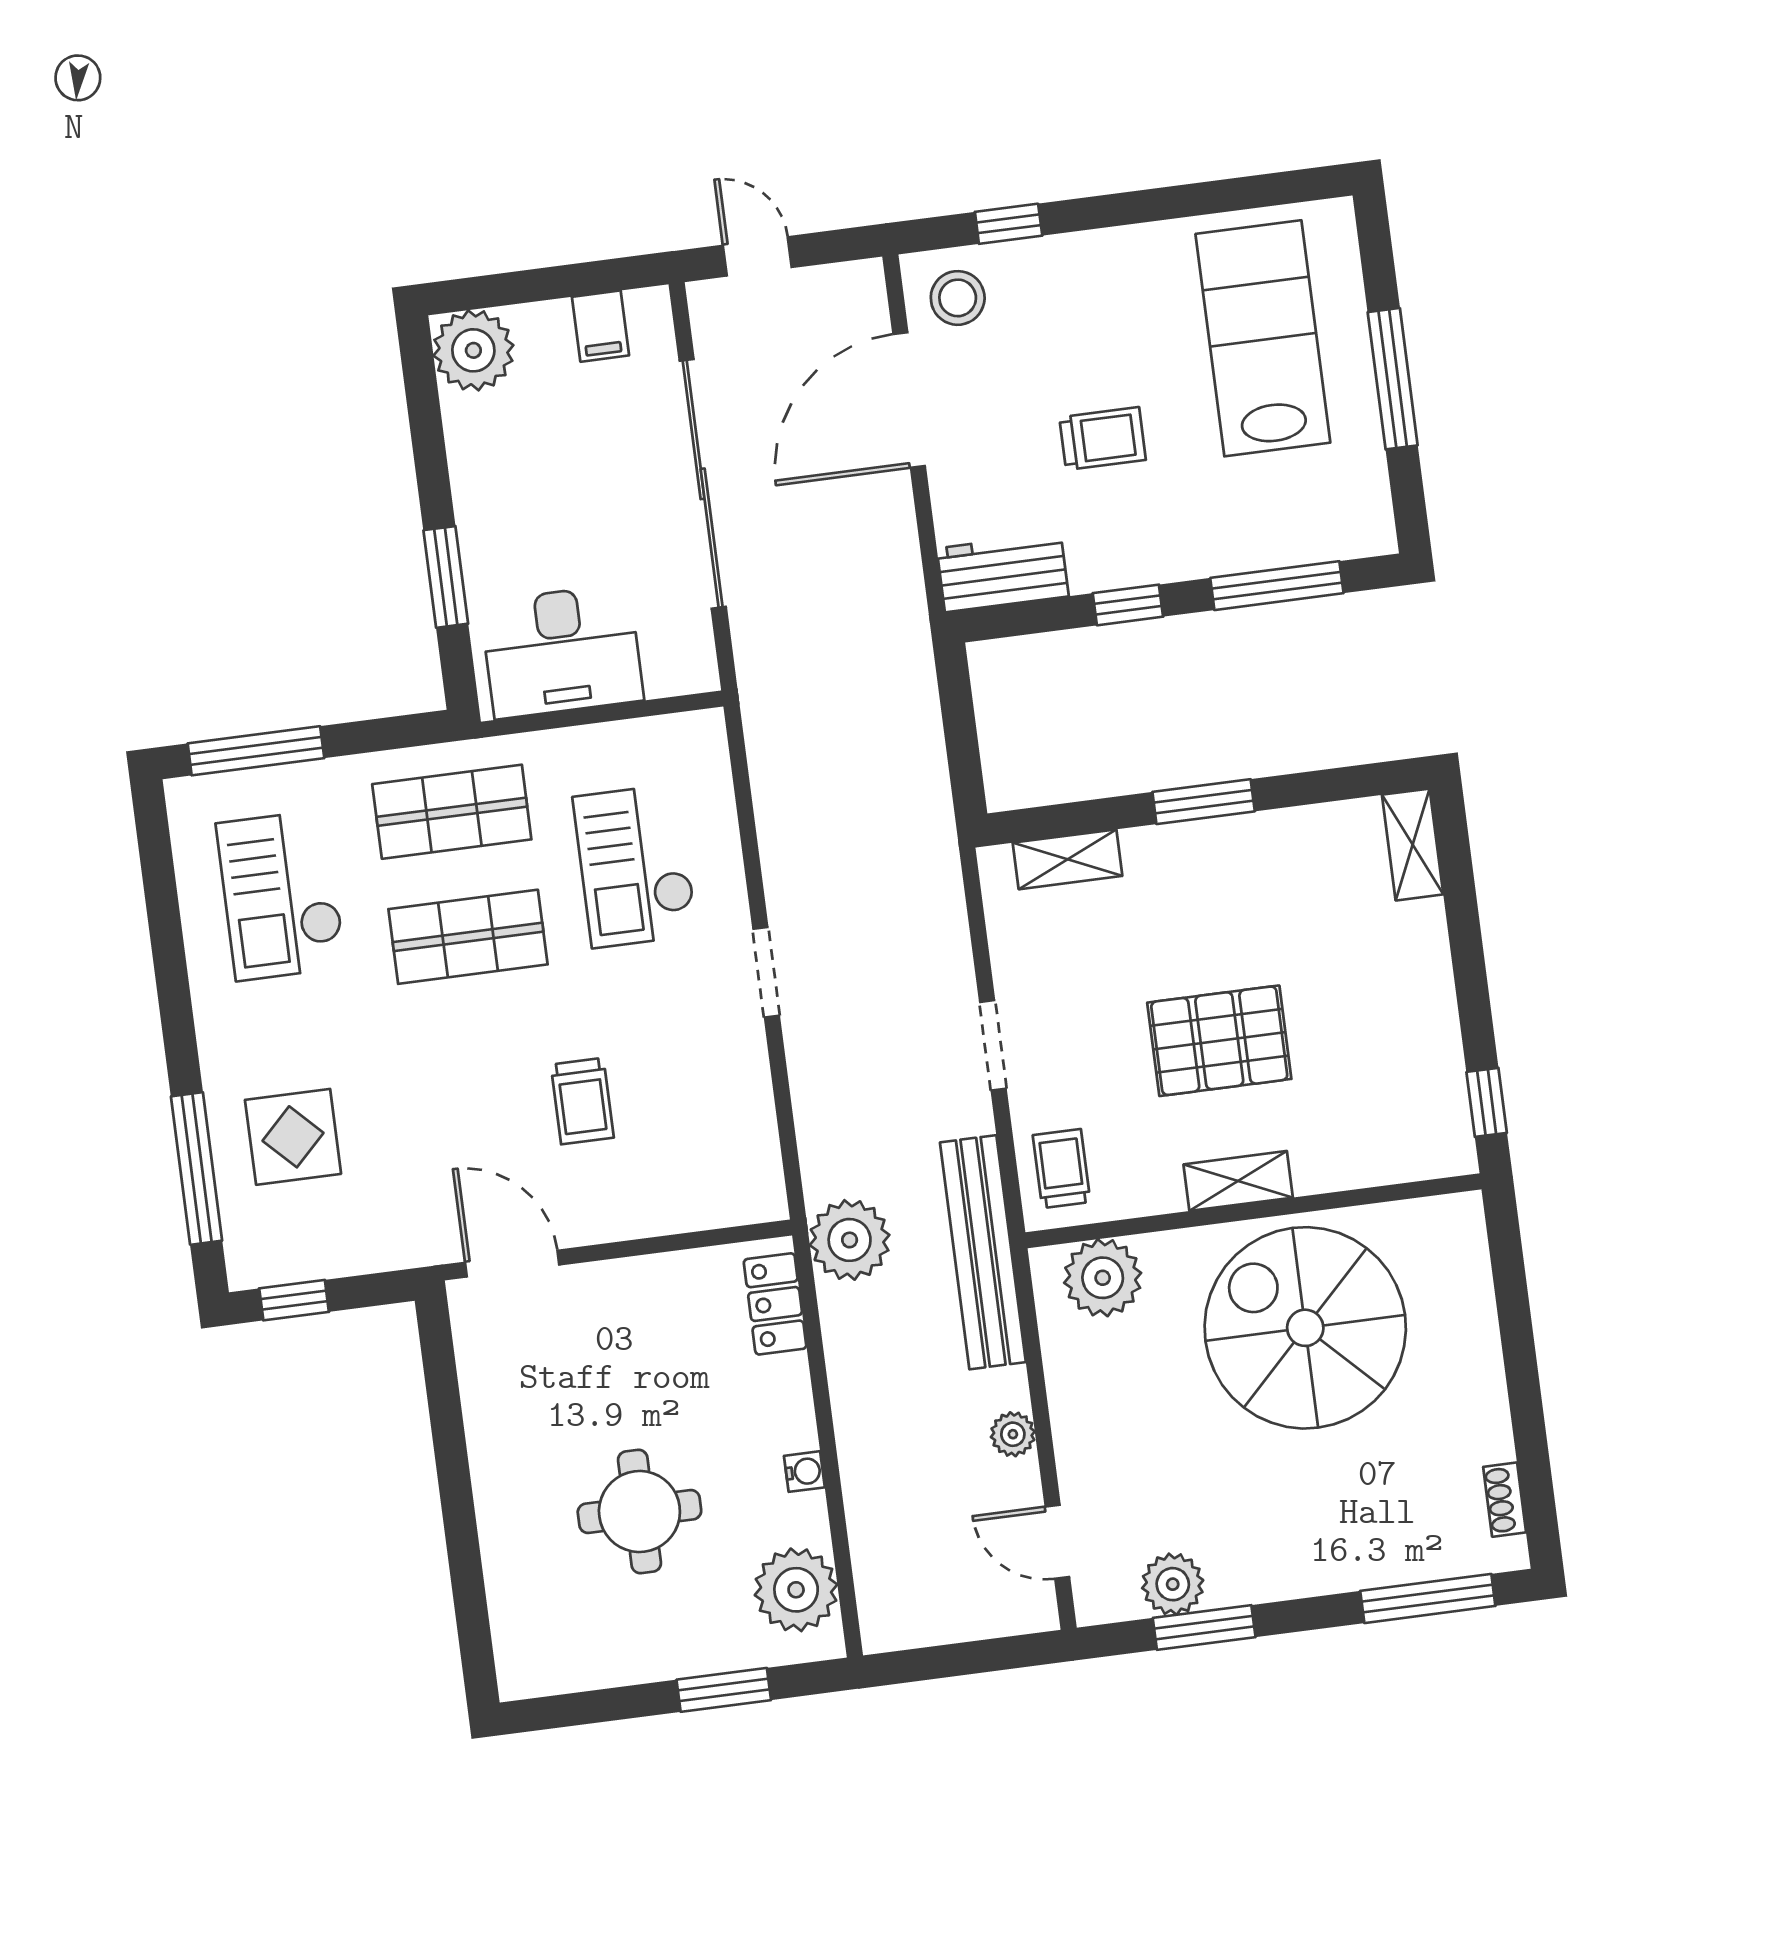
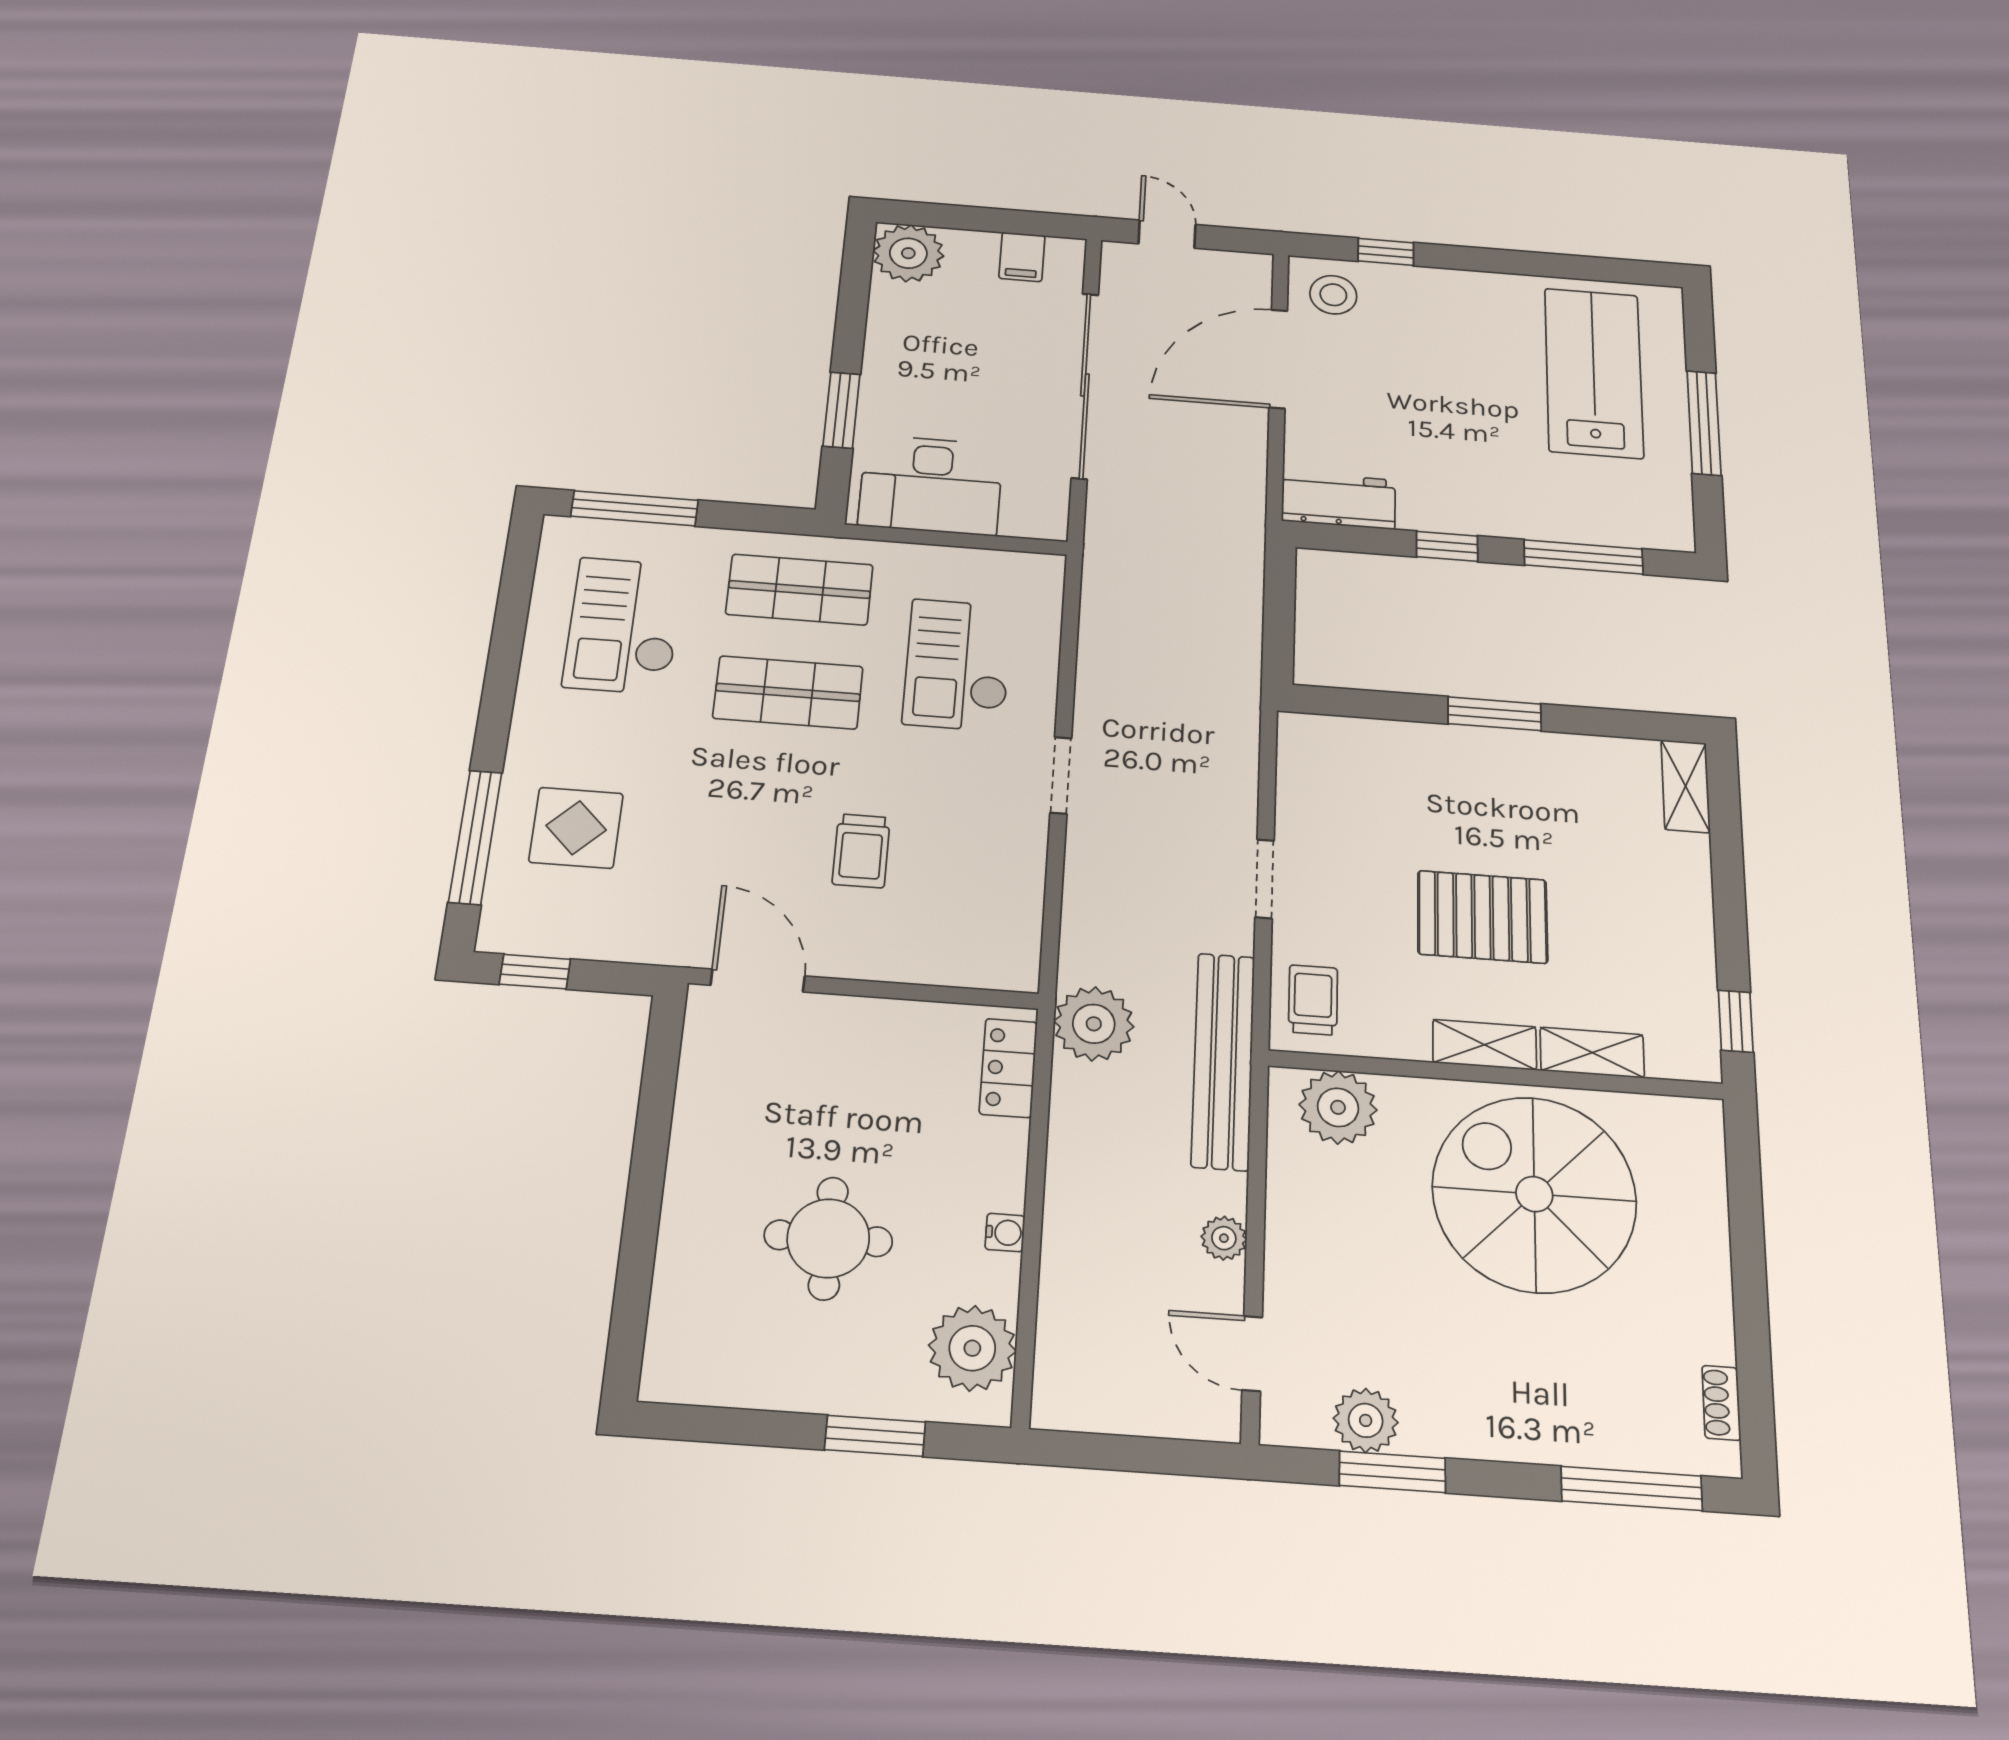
trolley: (1103, 439) -> (1443, 418), removed
shelving: (1067, 859) -> (1592, 1053), moved

